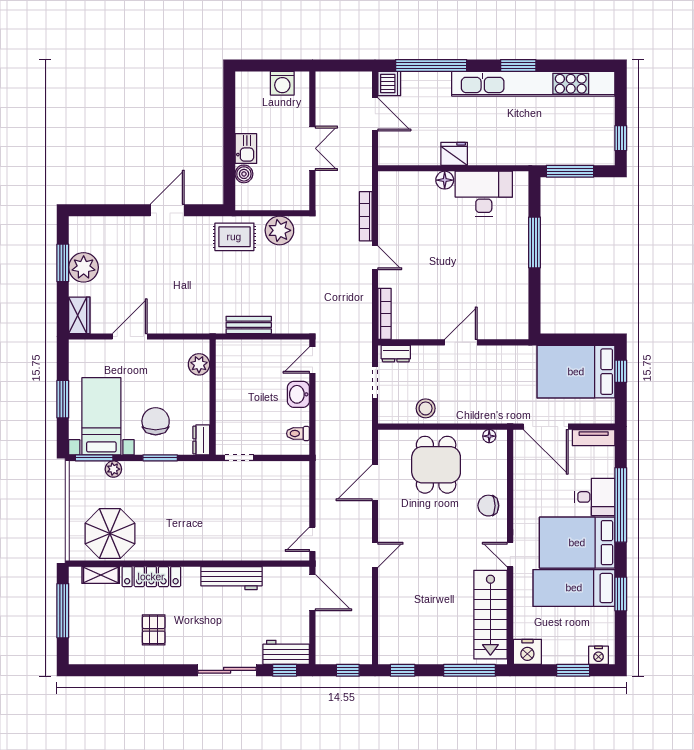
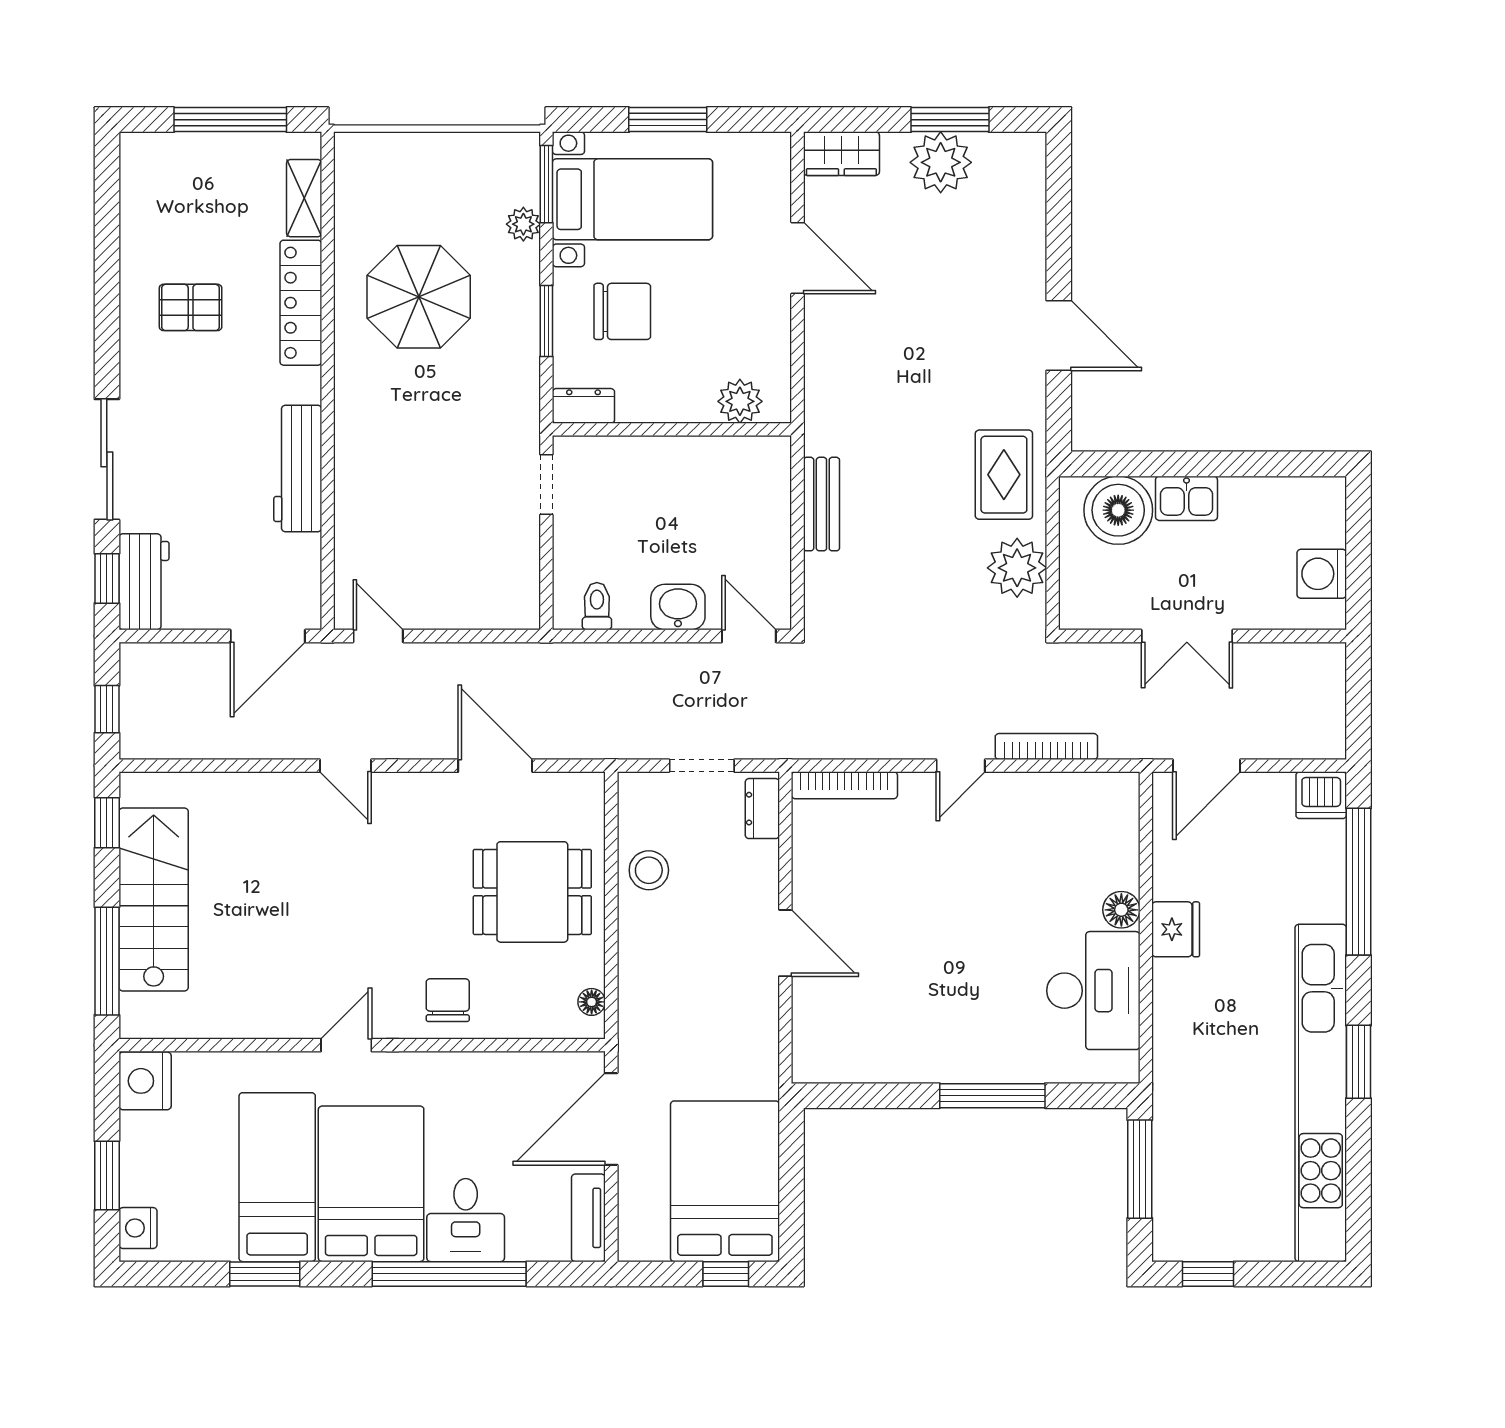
door: (375, 114) -> (1206, 766), moved
boiler: (244, 174) -> (1118, 510), width x1.86, depth x1.86
parasol: (110, 534) -> (419, 297), moved
stairs: (490, 615) -> (154, 899), moved, turned 90

